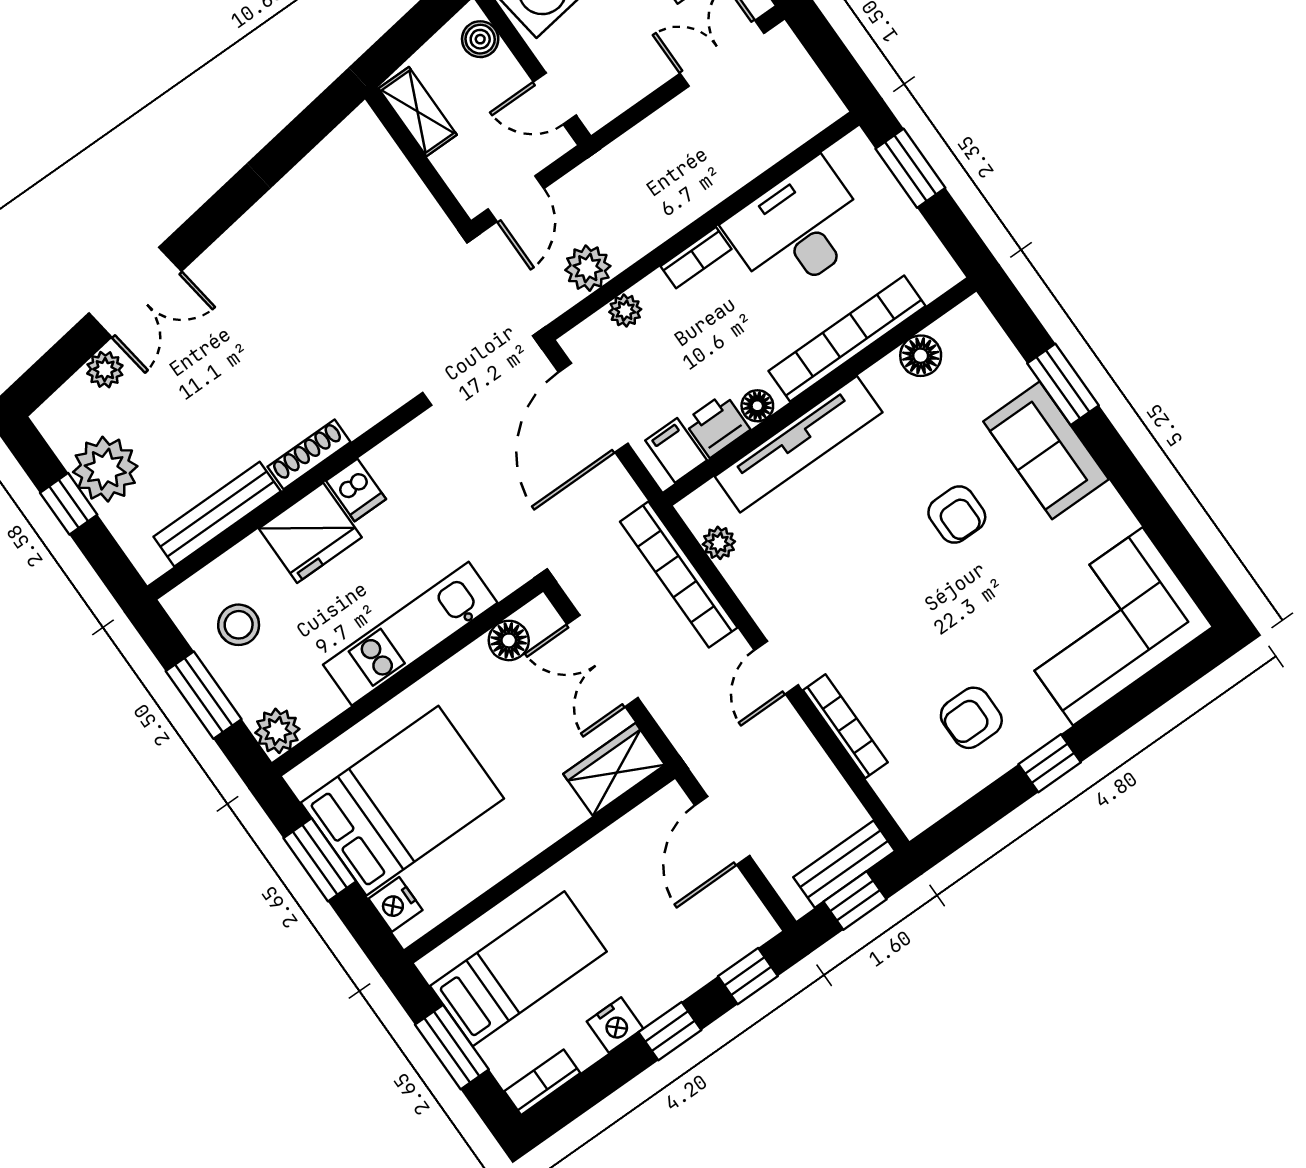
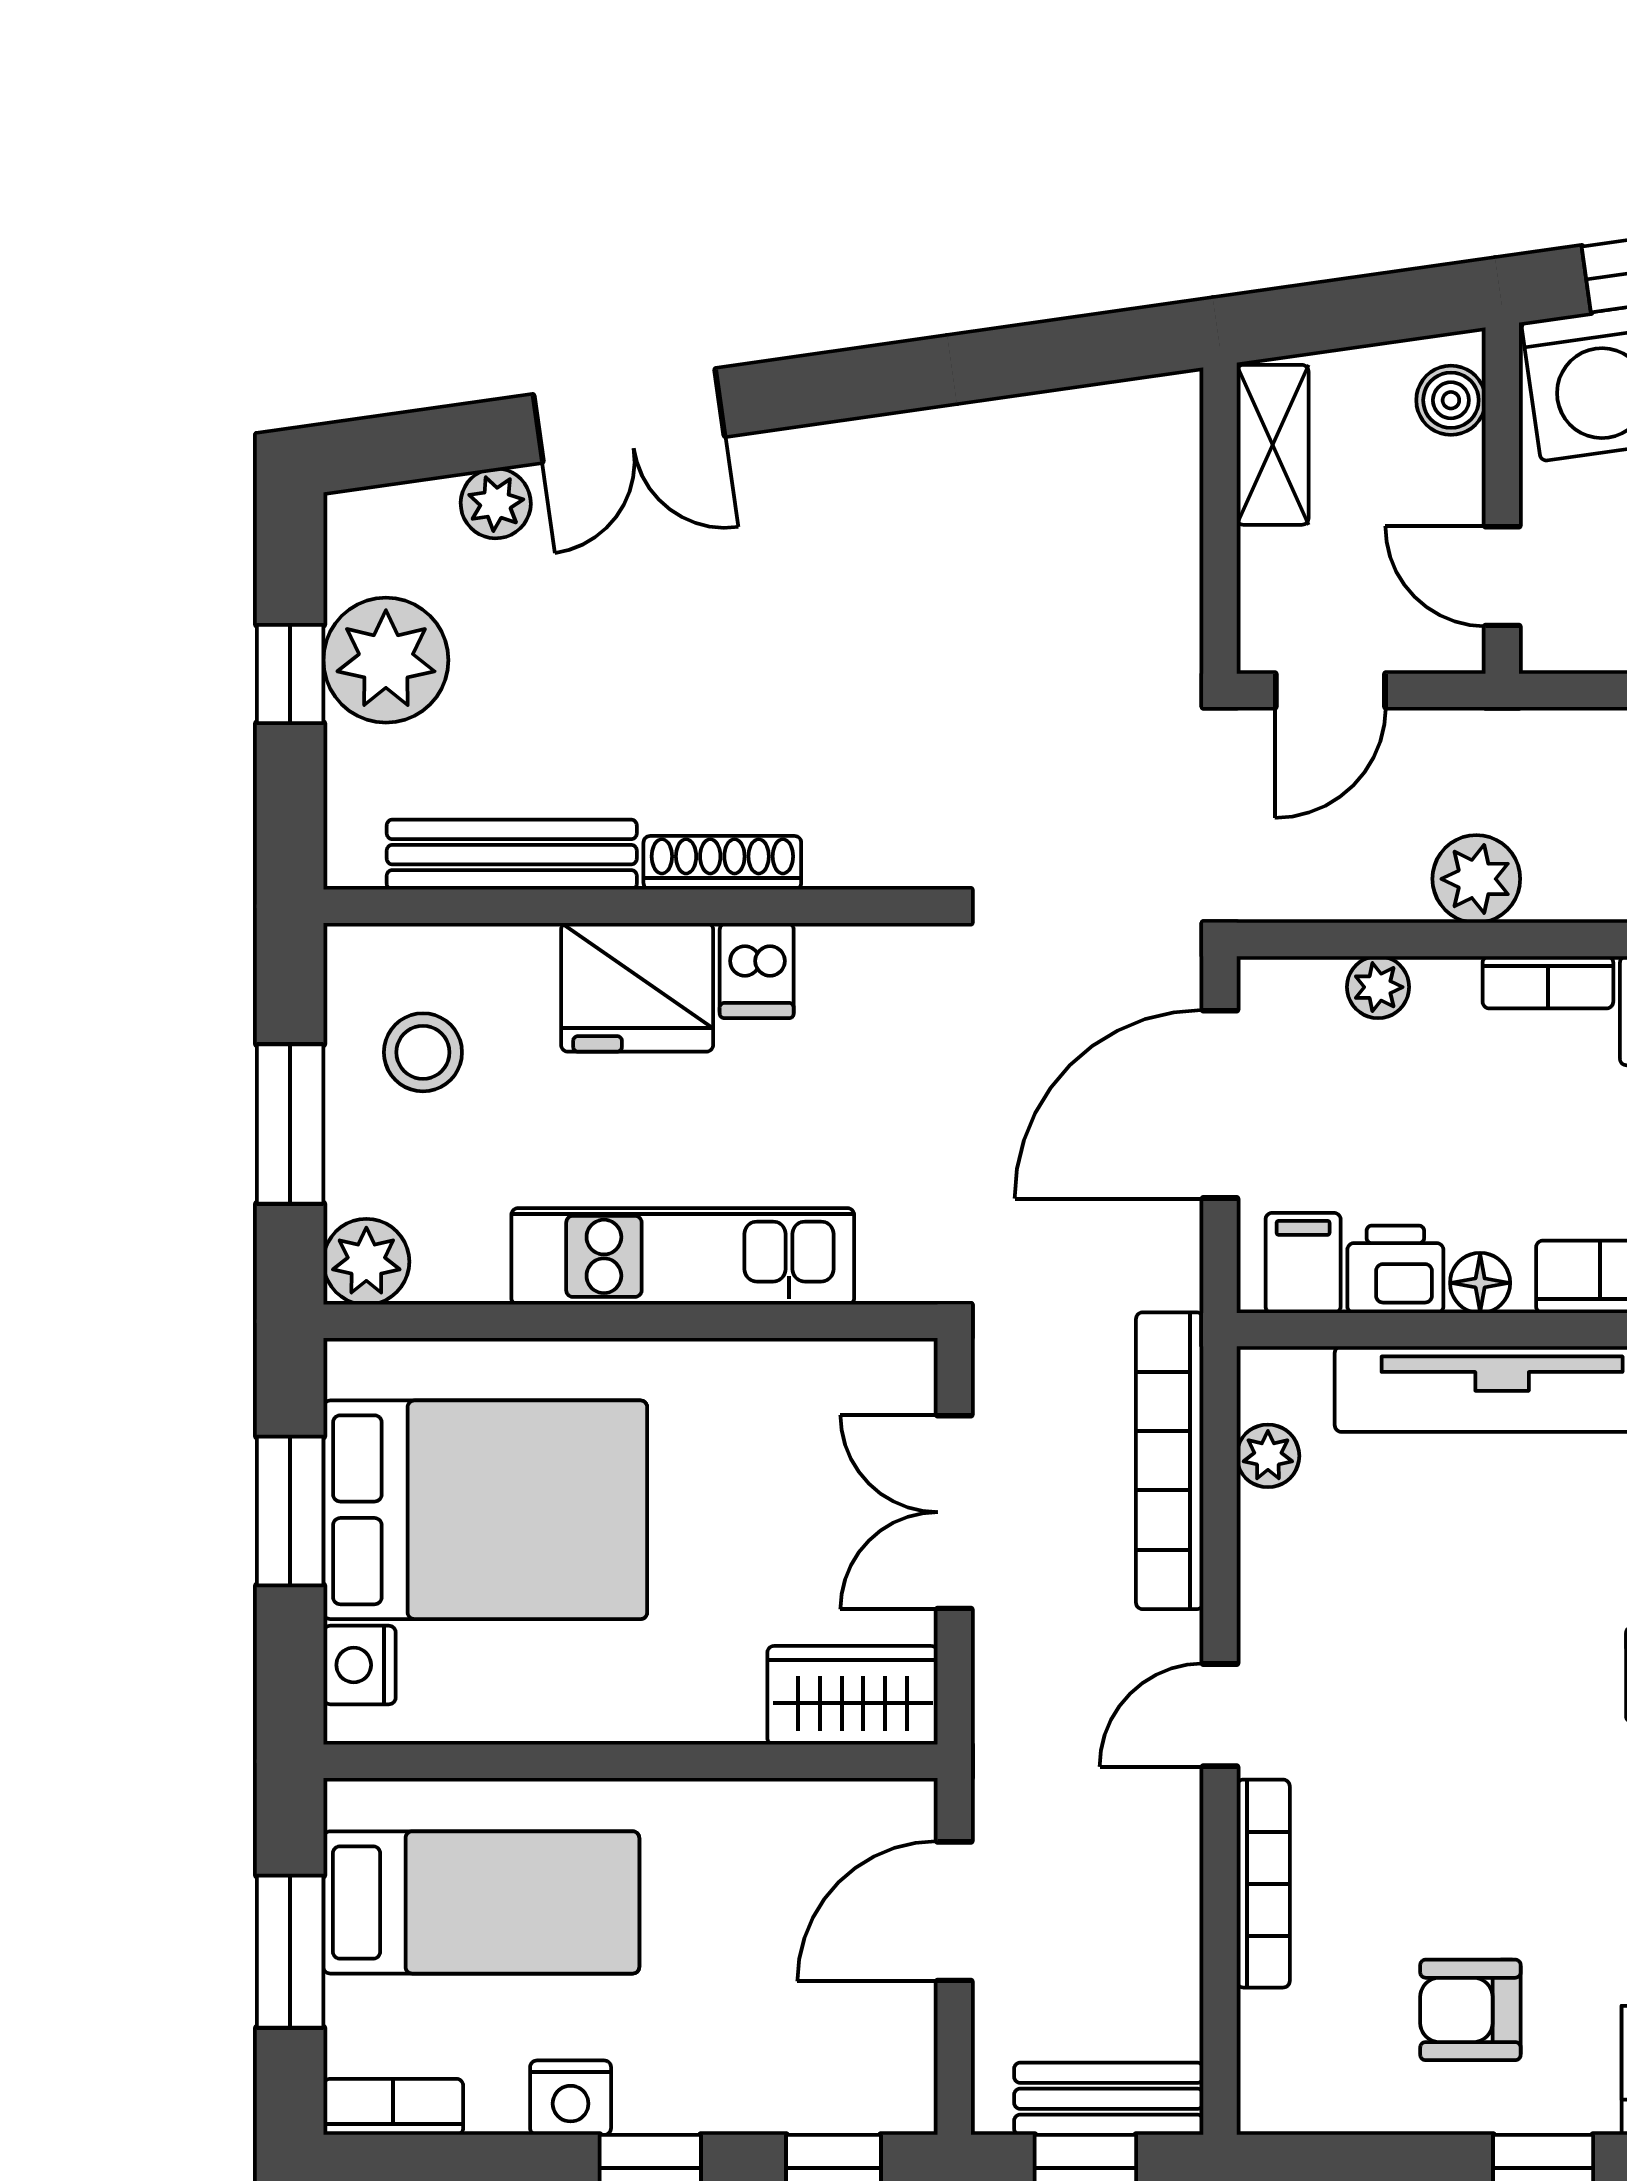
plant: (588, 268) -> (1476, 879), moved
floor lamp: (509, 640) -> (830, 1376), removed

